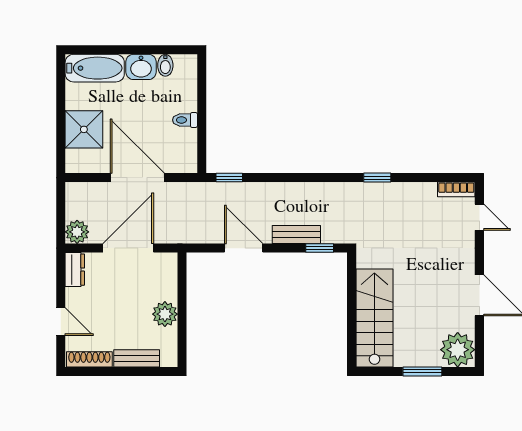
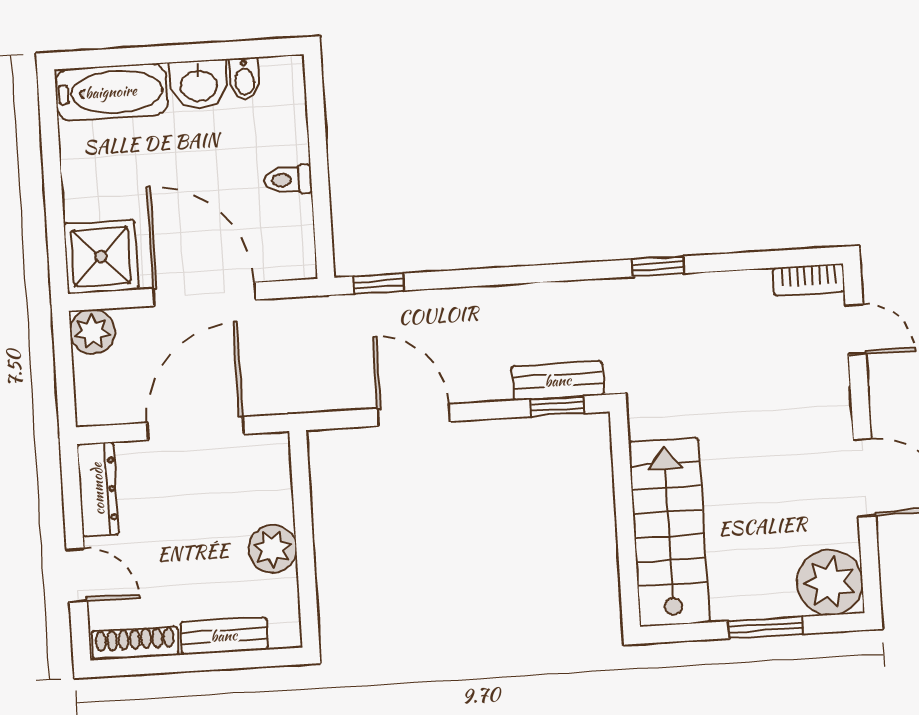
shower: (84, 129) -> (101, 257), moved
plant: (77, 232) -> (93, 332), moved
bench: (296, 235) -> (558, 381), moved
dresser: (75, 270) -> (98, 489), width x1.44

